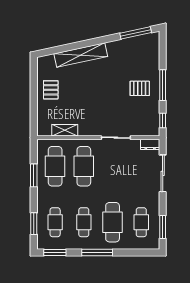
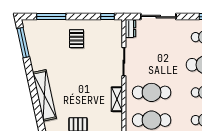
window: (163, 85) -> (51, 17), moved
shelving: (65, 130) -> (117, 99), moved

